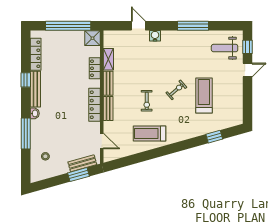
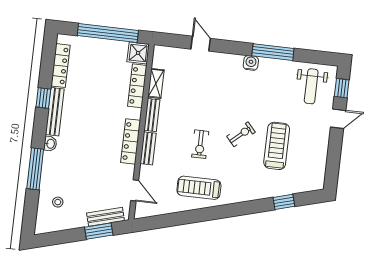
water cooler: (155, 36) -> (251, 63), moved
weight bench: (225, 48) -> (311, 86), turned -90
locker: (95, 68) -> (137, 86), width x1.53

